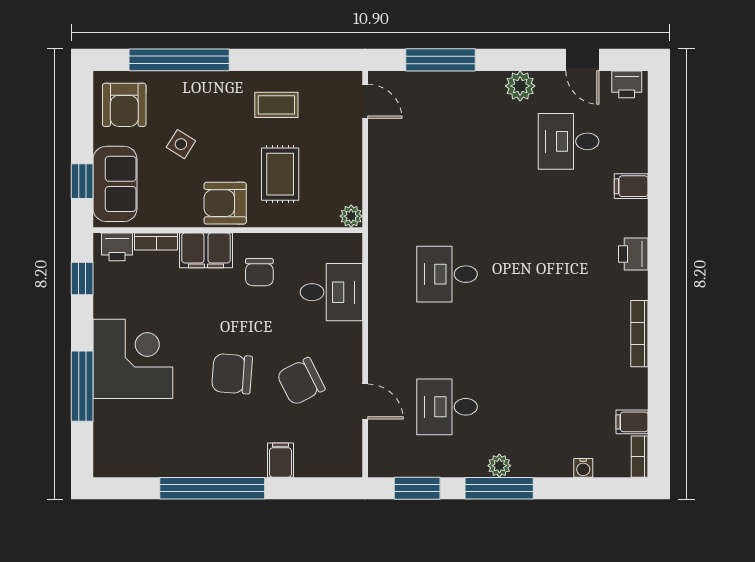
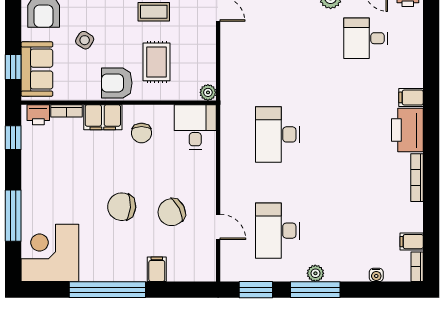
filing cabinet: (631, 186) -> (411, 97), moved
printer: (633, 254) -> (407, 130), width x1.87, depth x1.48
desk: (447, 274) -> (278, 134), width x1.37
desk: (331, 292) -> (195, 127), moved, turned -90
corner desk: (133, 359) -> (50, 253), moved, turned -90
desk: (447, 407) -> (278, 231), width x1.37

